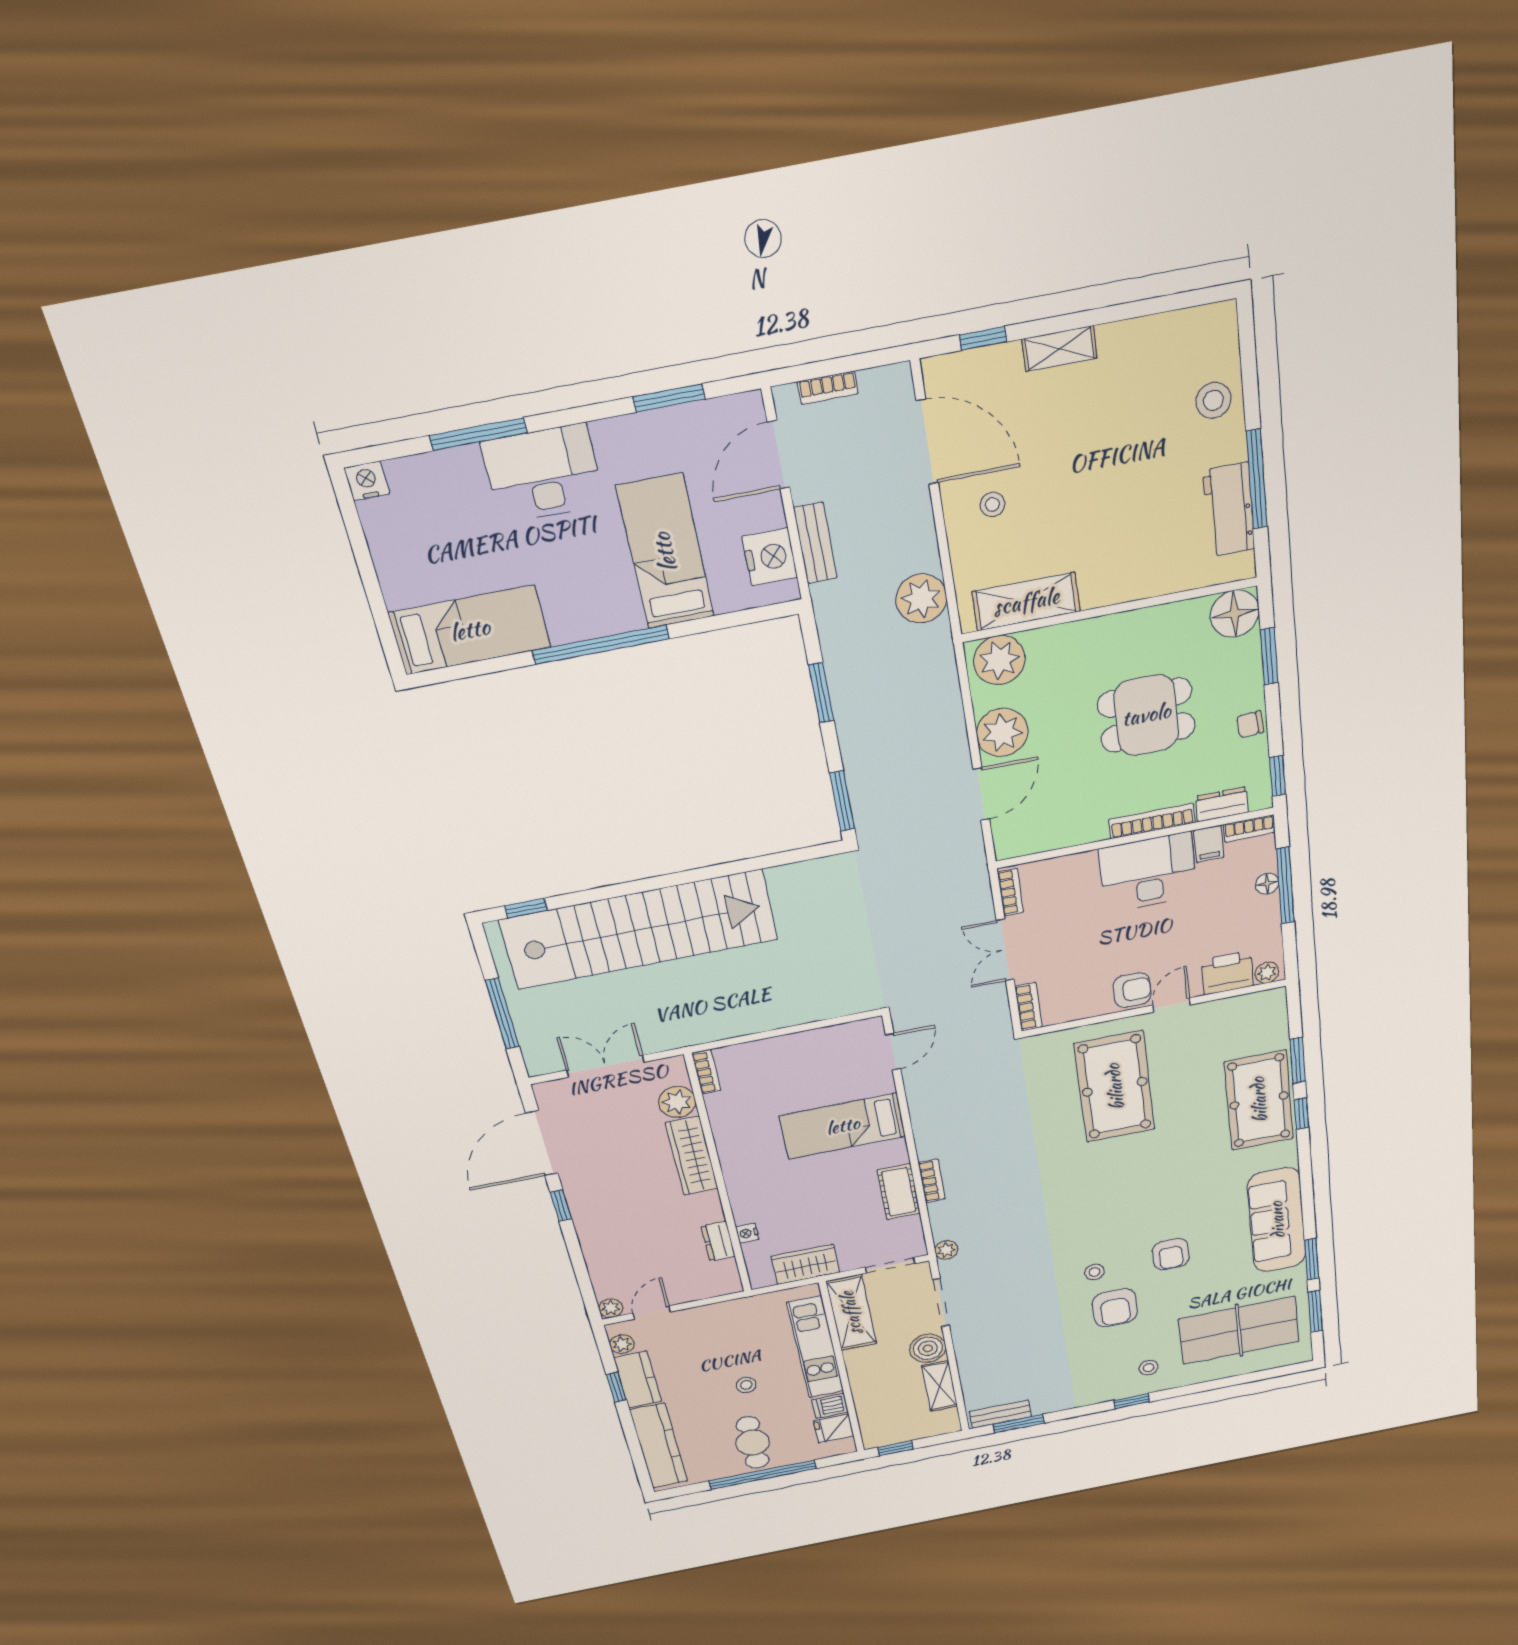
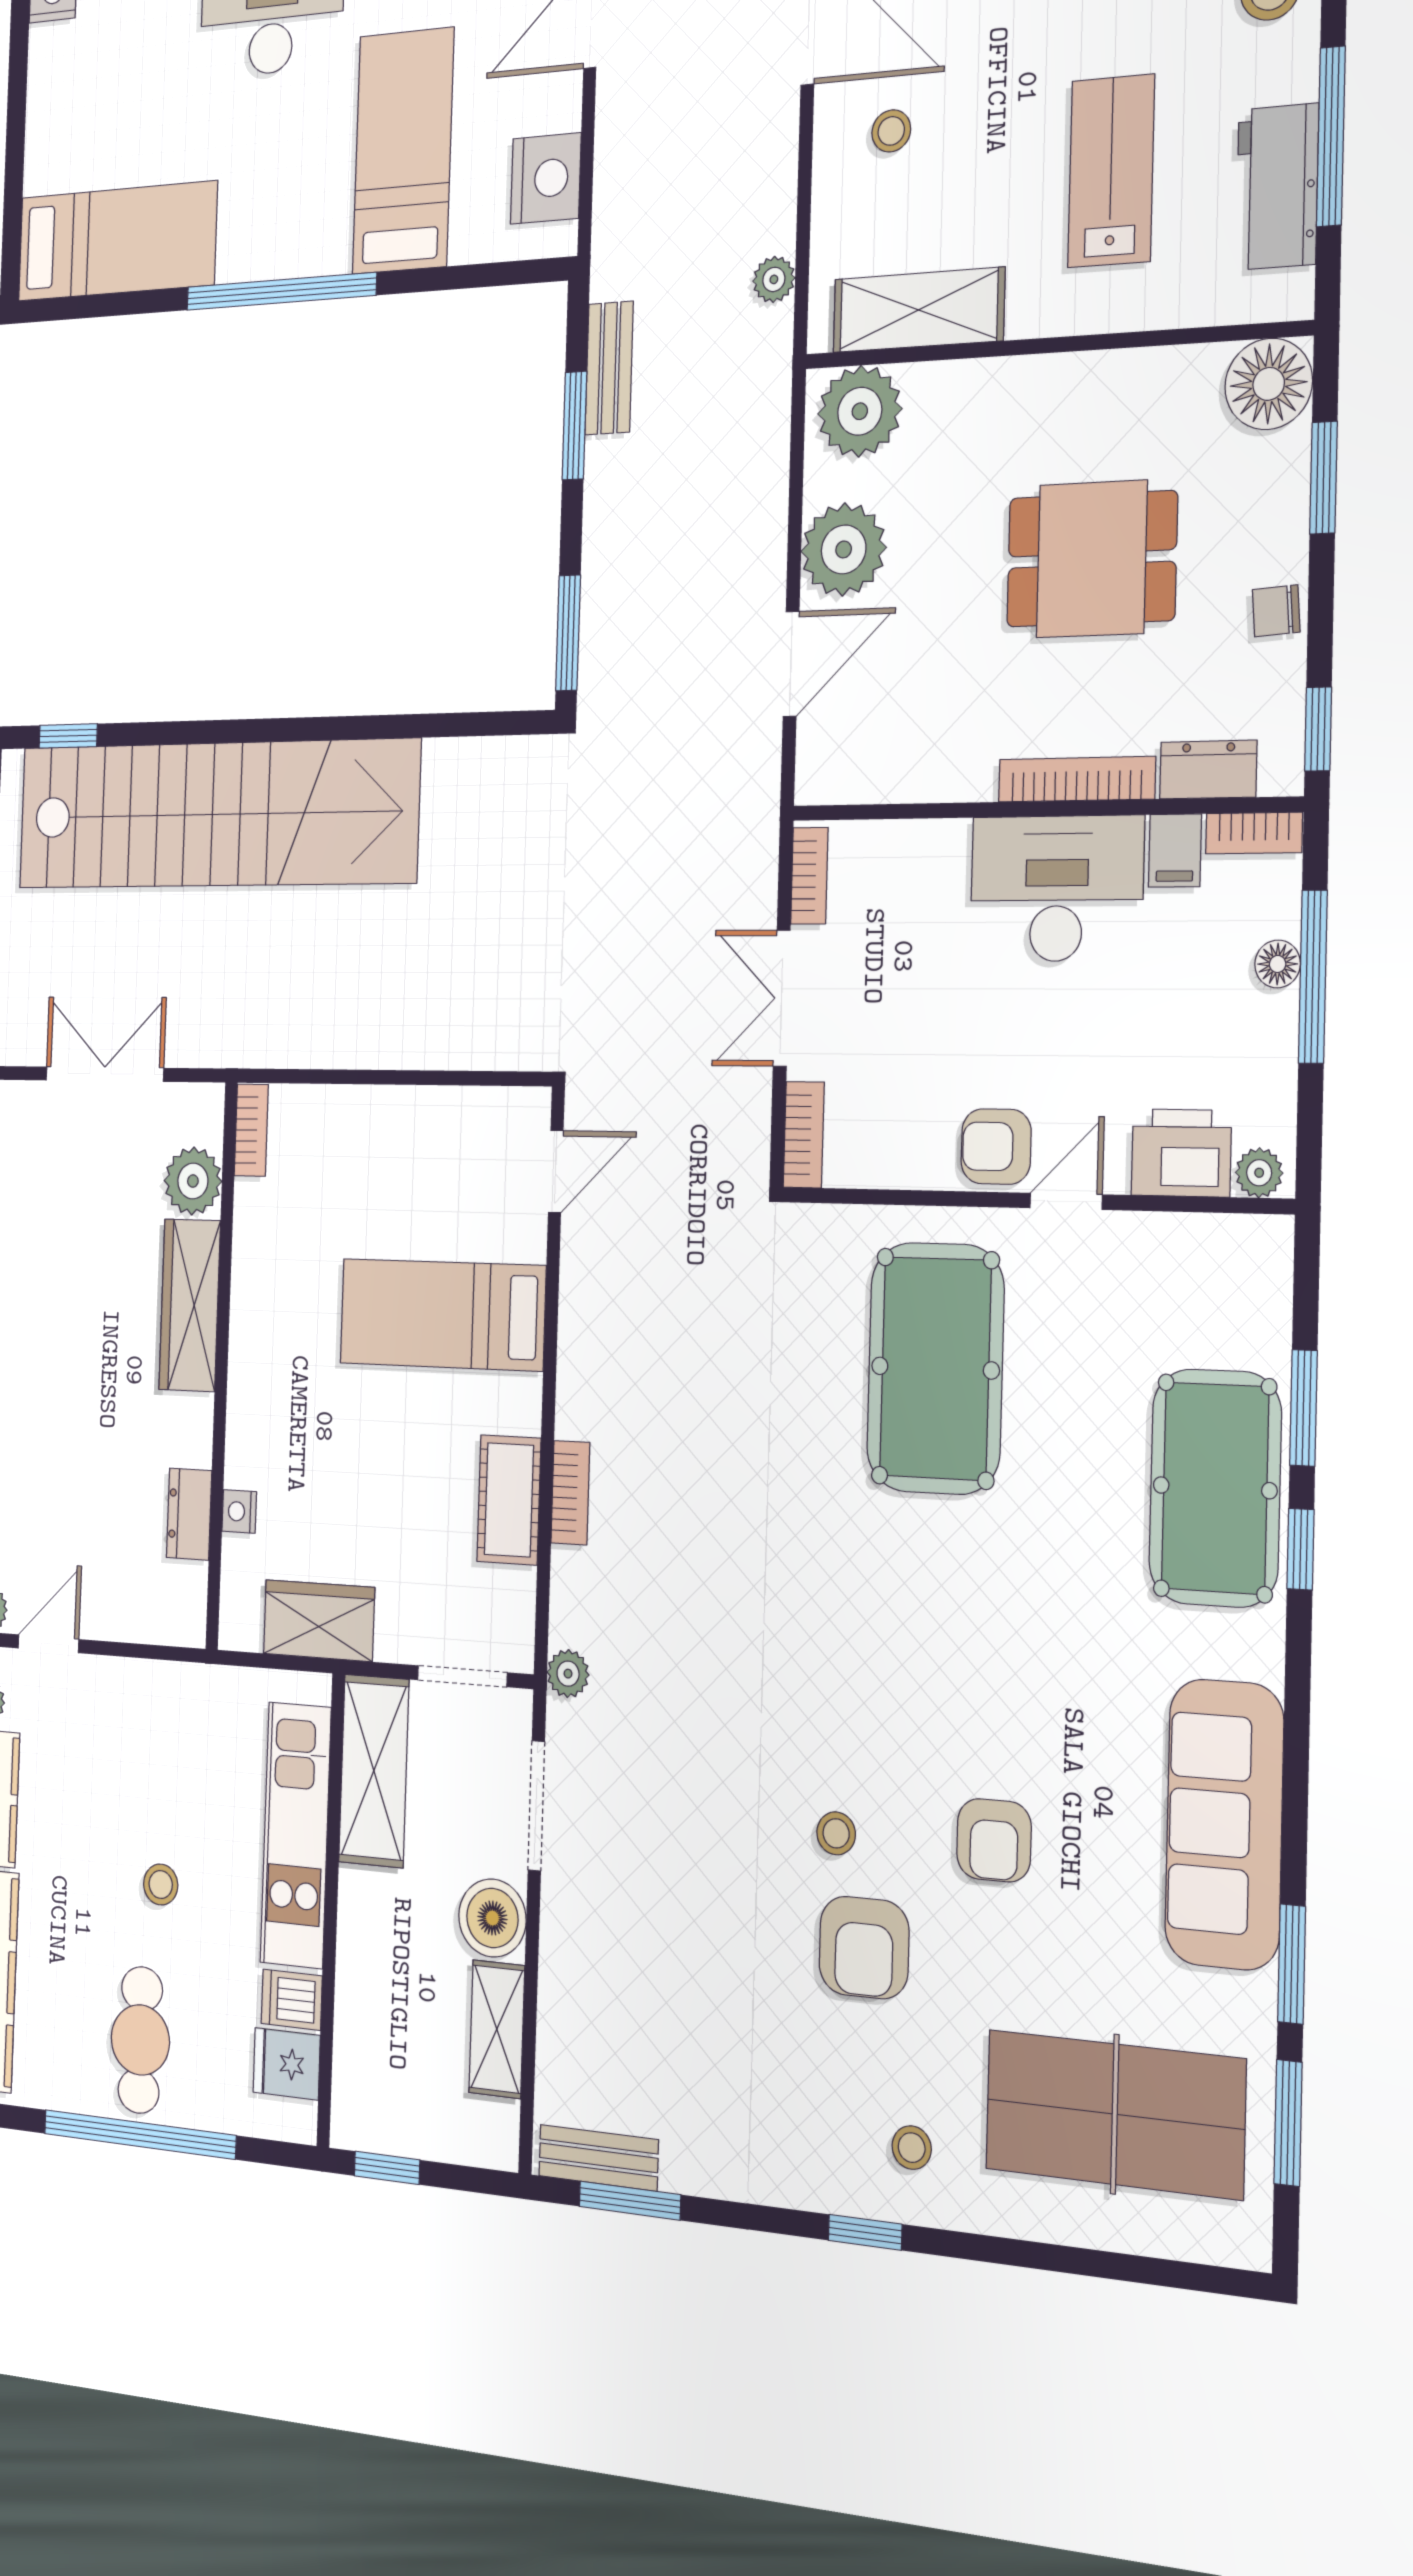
lab bench: (1131, 512) -> (1111, 171), added
bench: (815, 543) -> (609, 368), moved
plant: (921, 599) -> (774, 279), width x0.53, depth x0.53
armchair: (1132, 990) -> (996, 1147), turned 180

